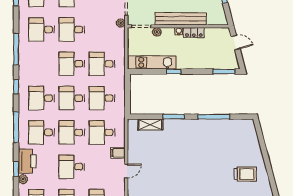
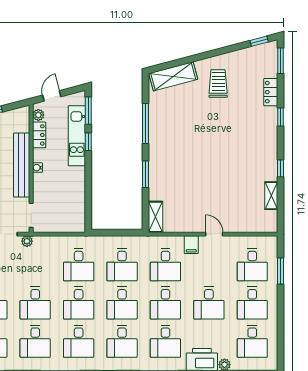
plant: (157, 32) -> (38, 115), moved
locker: (194, 33) -> (39, 135), moved
kitchen unit: (152, 62) -> (77, 136), moved
desk: (42, 64) -> (79, 341), added
window: (174, 71) -> (88, 142), moved
shelving: (150, 125) -> (156, 217), moved
shelving: (251, 139) -> (173, 76), added

